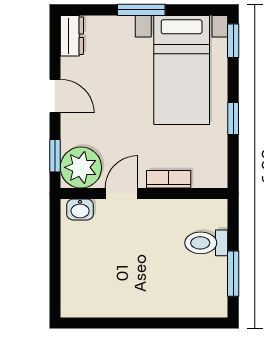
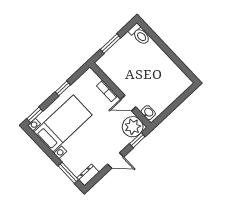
window: (141, 10) -> (68, 173), moved
door: (55, 96) -> (116, 161), swing flipped
toilet: (206, 243) -> (140, 34), moved
window: (233, 274) -> (110, 44), moved

